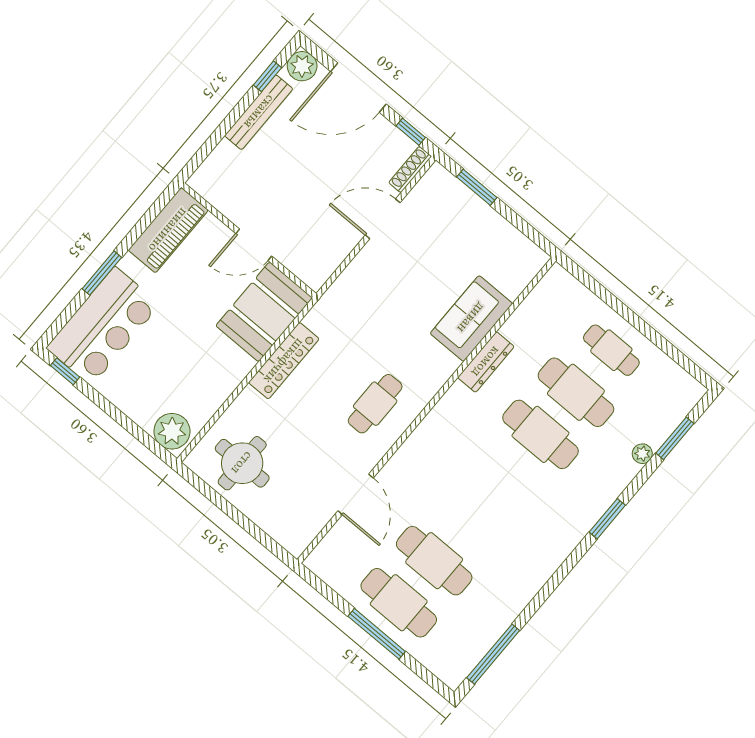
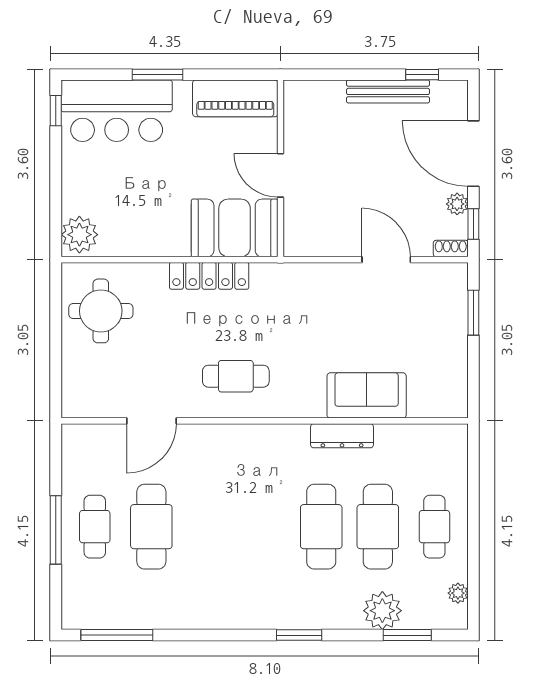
plant: (302, 66) -> (457, 204), moved, width x0.73, depth x0.73
shoe rack: (410, 169) -> (451, 249), width x0.70
plant: (676, 374) -> (458, 593), added
plant: (642, 454) -> (382, 611), width x1.87, depth x1.87
cafe table: (399, 603) -> (95, 527), width x0.73, depth x0.74

